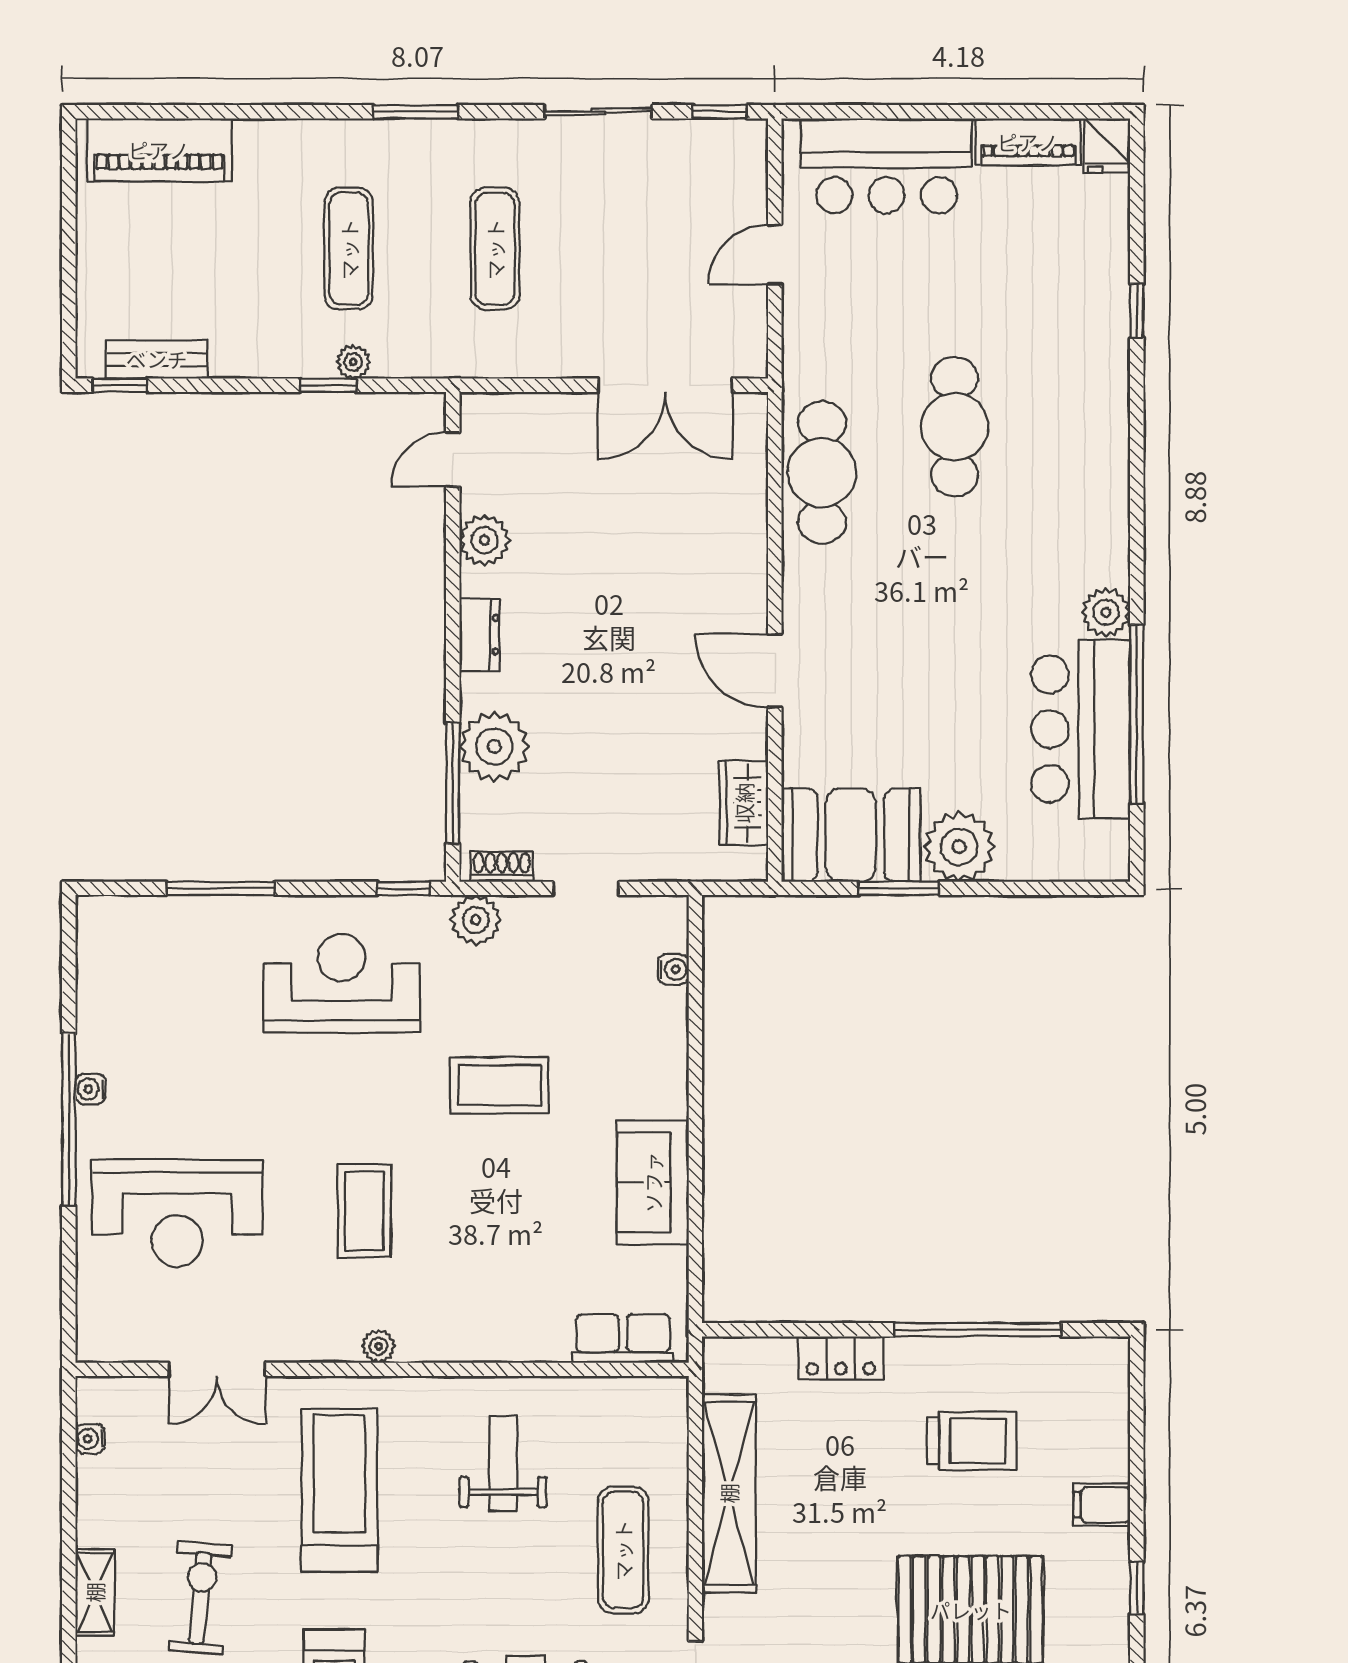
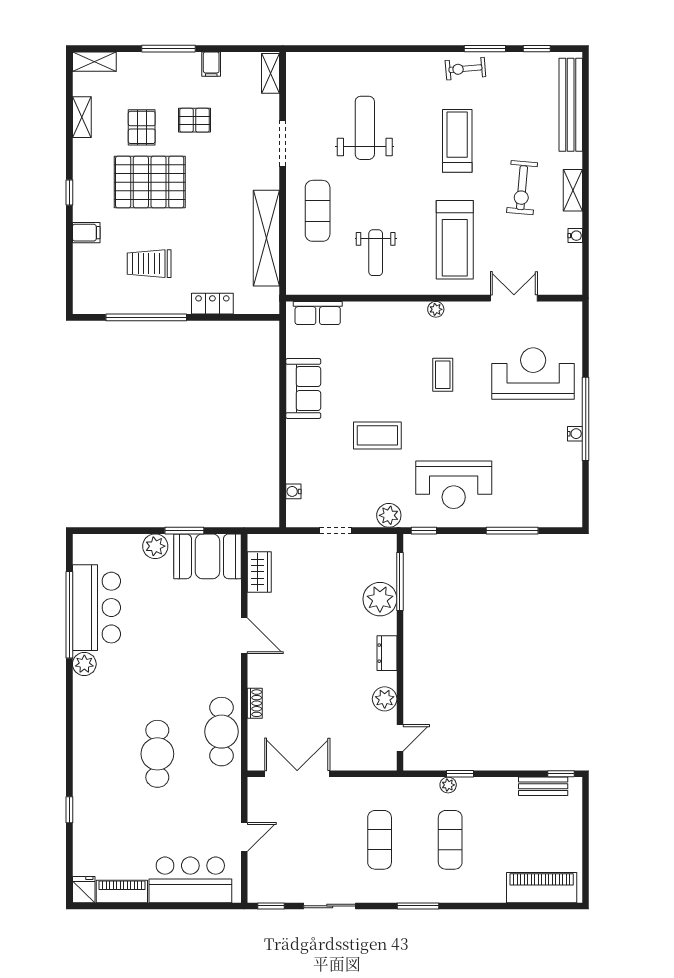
plant: (959, 847) -> (155, 546), width x0.73, depth x0.73
shoe rack: (502, 867) -> (255, 703), moved, turned -90
coffee table: (364, 1211) -> (443, 375), width x0.73, depth x0.77
water cooler: (90, 1439) -> (575, 236), moved

